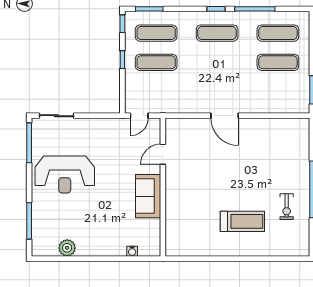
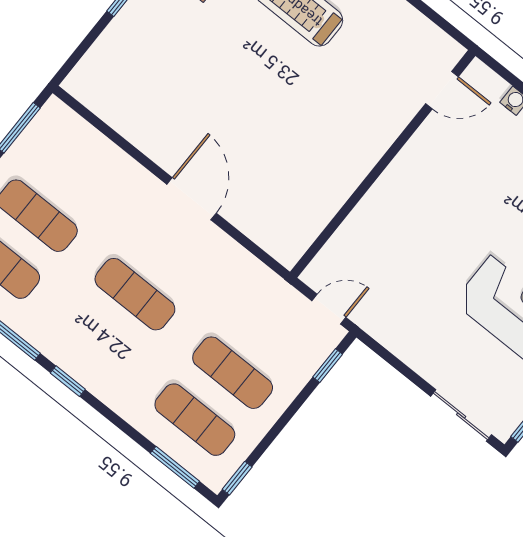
exercise mat: (217, 33) -> (135, 294), moved
window: (122, 60) -> (328, 366), moved
door: (163, 154) -> (442, 90), moved
sofa: (148, 196) -> (418, 169), removed

